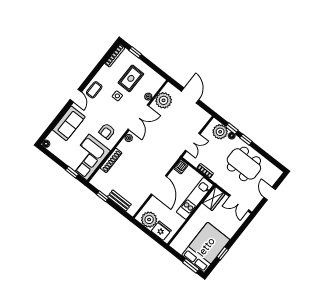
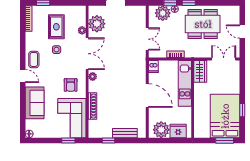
double door: (239, 203) -> (224, 59), swing flipped

